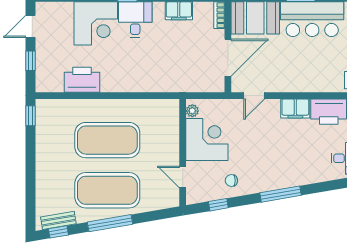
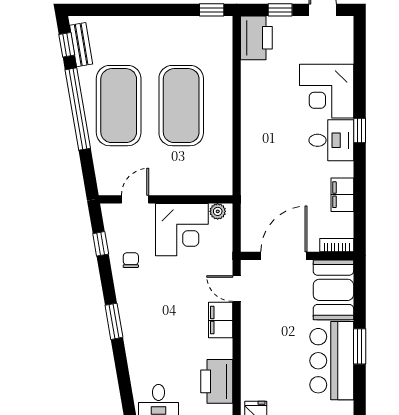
door: (228, 58) -> (284, 256), swing flipped
printer: (82, 80) -> (256, 38), moved
filing cabinet: (295, 108) -> (221, 320), moved
window: (281, 194) -> (114, 321), width x0.69
window: (110, 223) -> (78, 109), width x1.46

